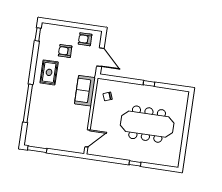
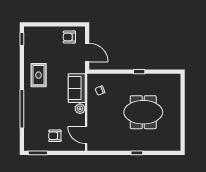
armchair: (65, 51) -> (55, 136), moved
plant: (85, 111) -> (80, 109), added
meeting table: (147, 124) -> (143, 112), width x0.73
door: (88, 138) -> (86, 135), swing flipped

